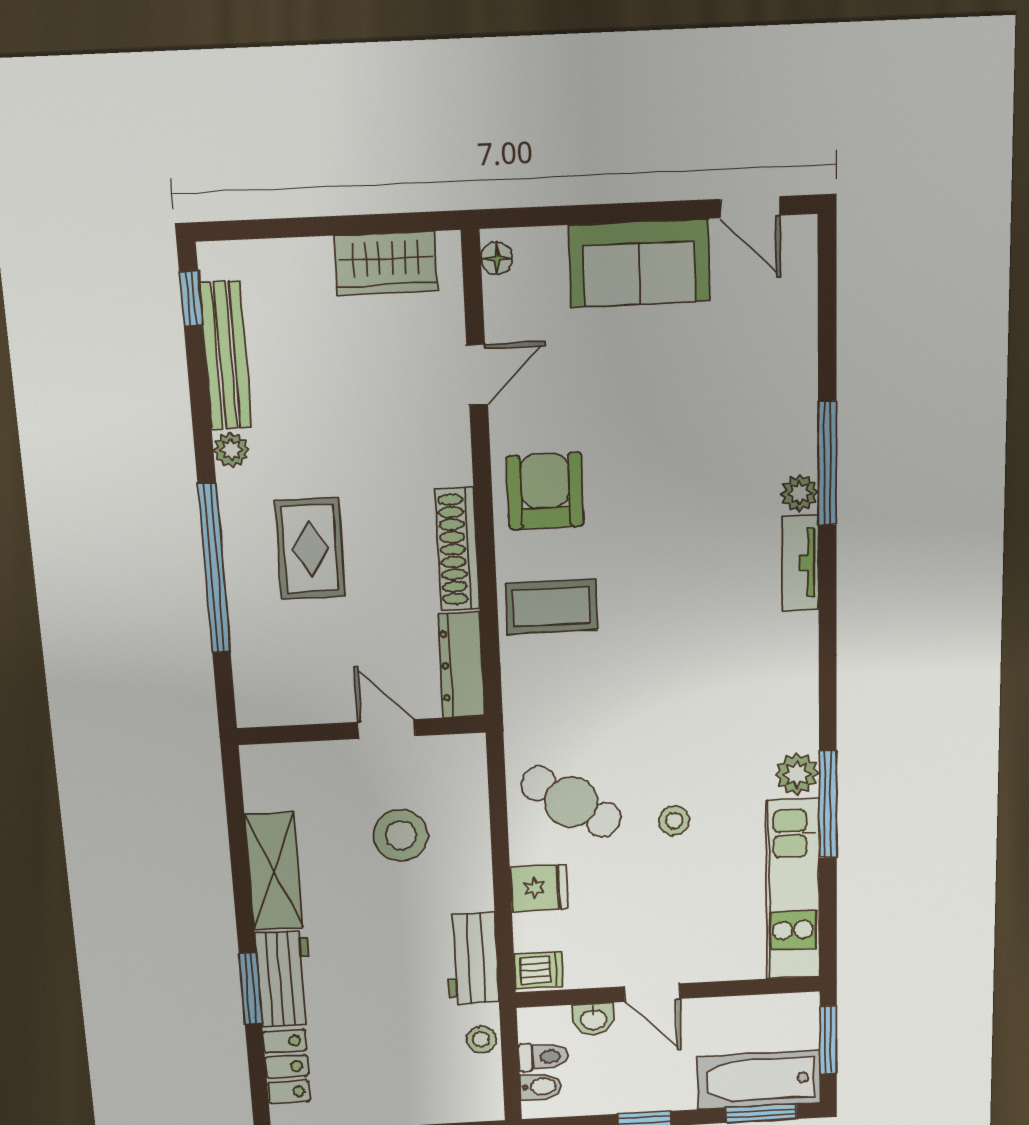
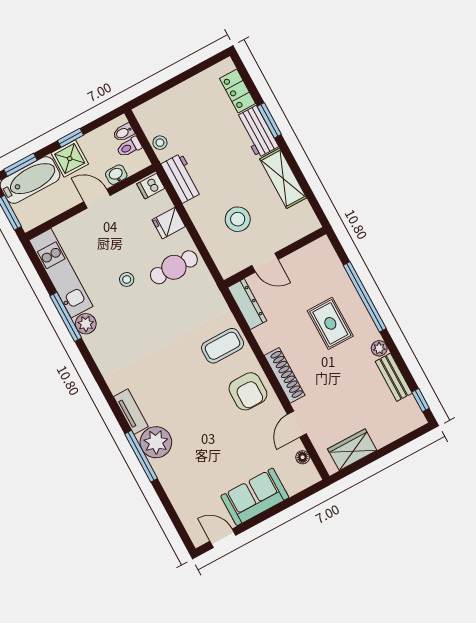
floor lamp: (497, 258) -> (303, 457), moved
bench: (226, 355) -> (394, 377), width x0.73
plant: (800, 493) -> (156, 442), width x1.88, depth x1.88
shoe rack: (457, 549) -> (285, 375), moved
cafe table: (571, 802) -> (174, 267), turned -33
shower: (665, 1085) -> (70, 159), added

